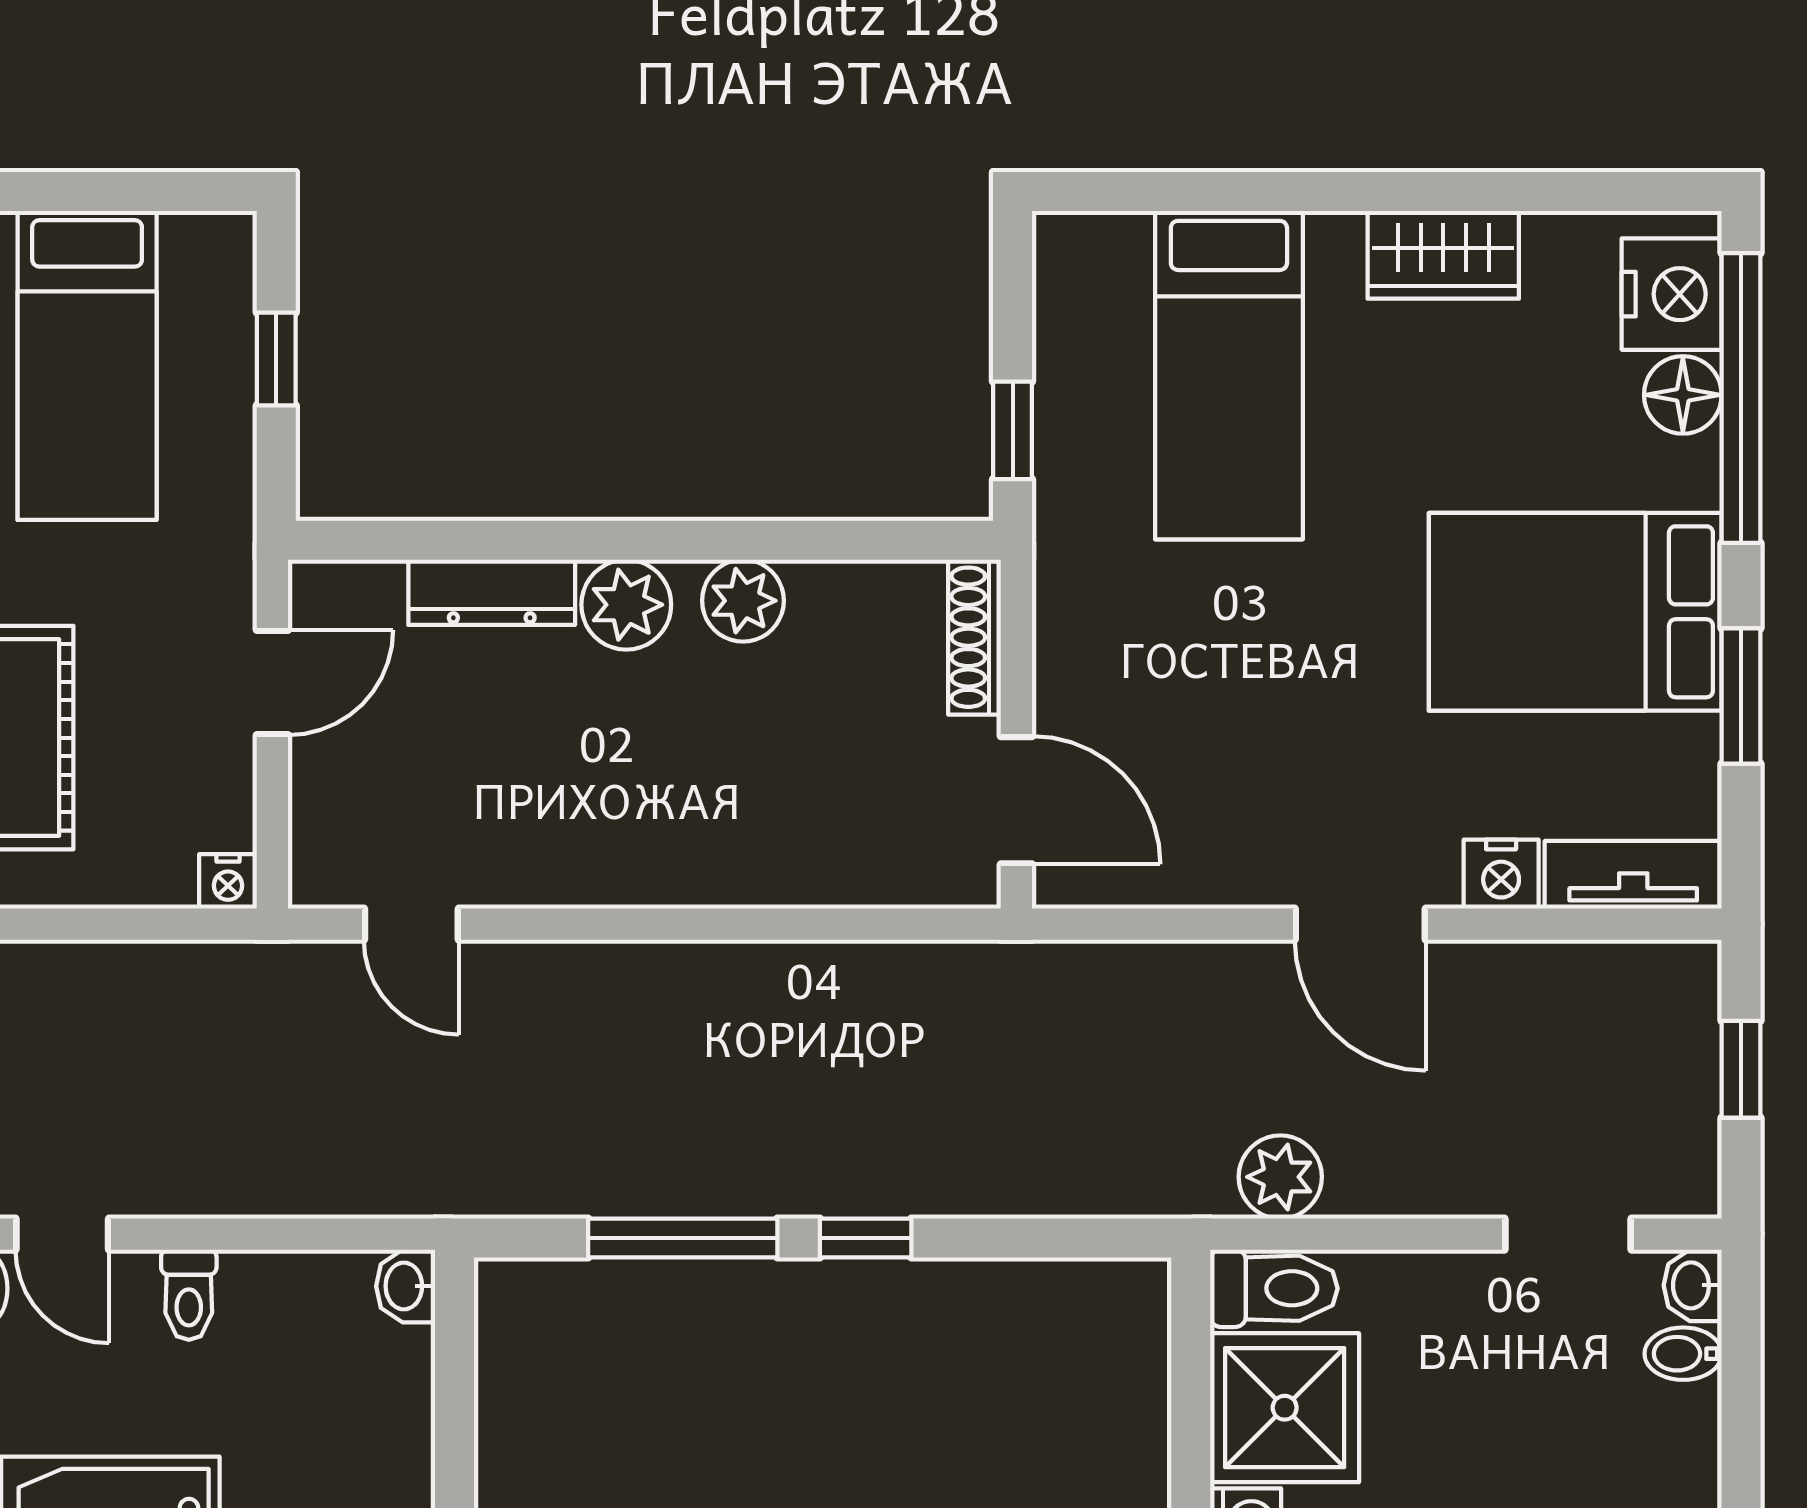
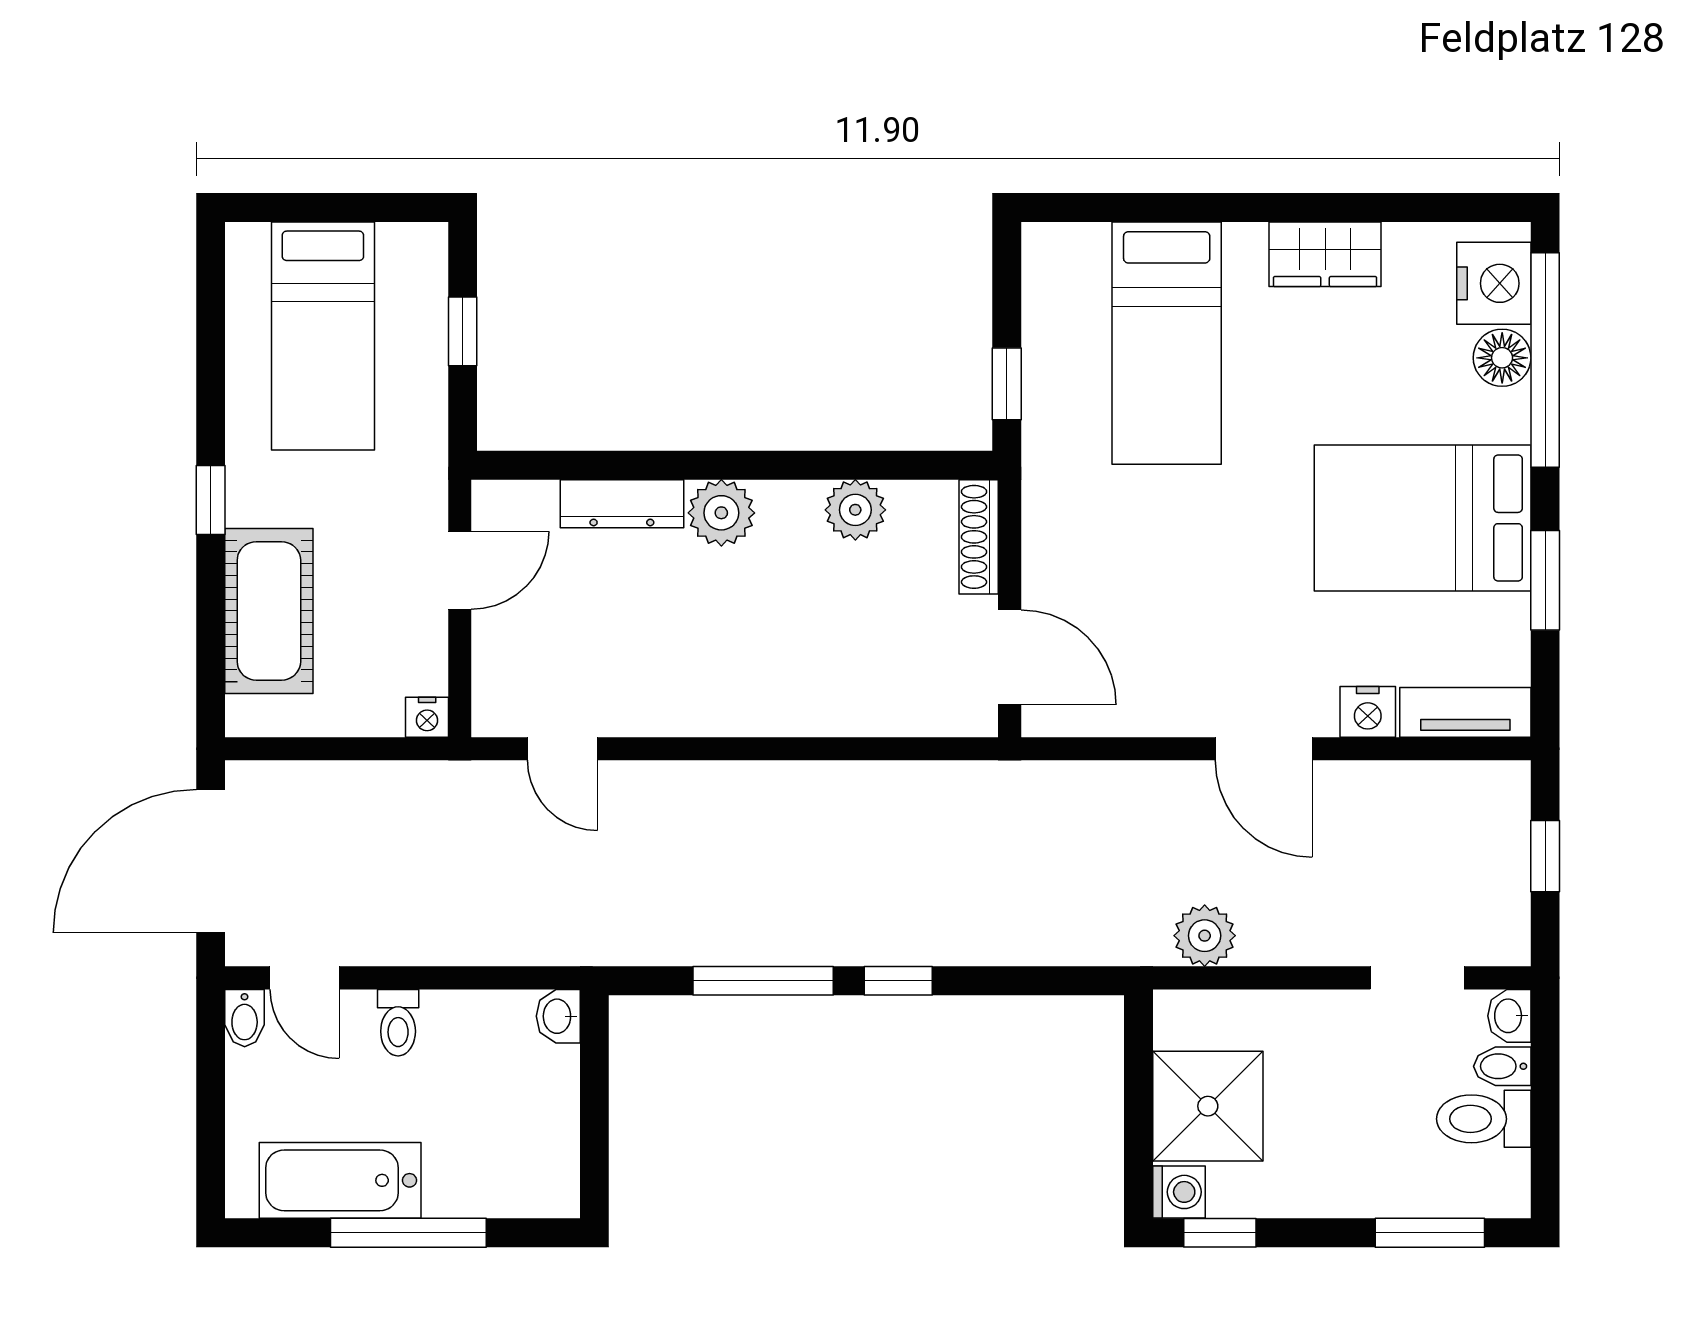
plant: (743, 601) -> (855, 510), moved
toilet: (1274, 1288) -> (1484, 1119), moved, turned 180

